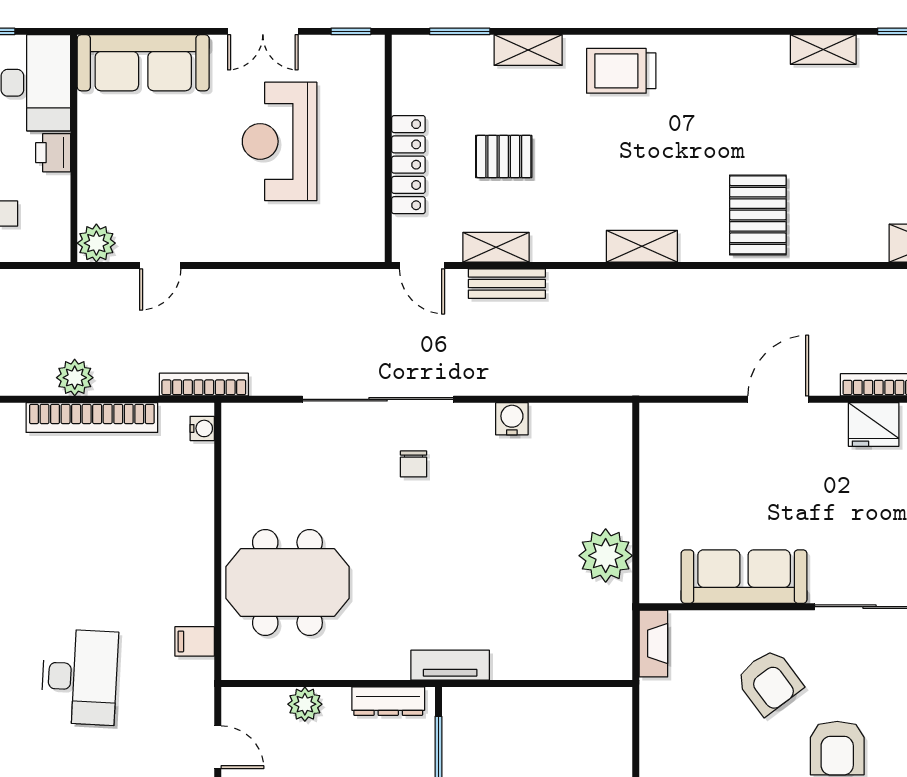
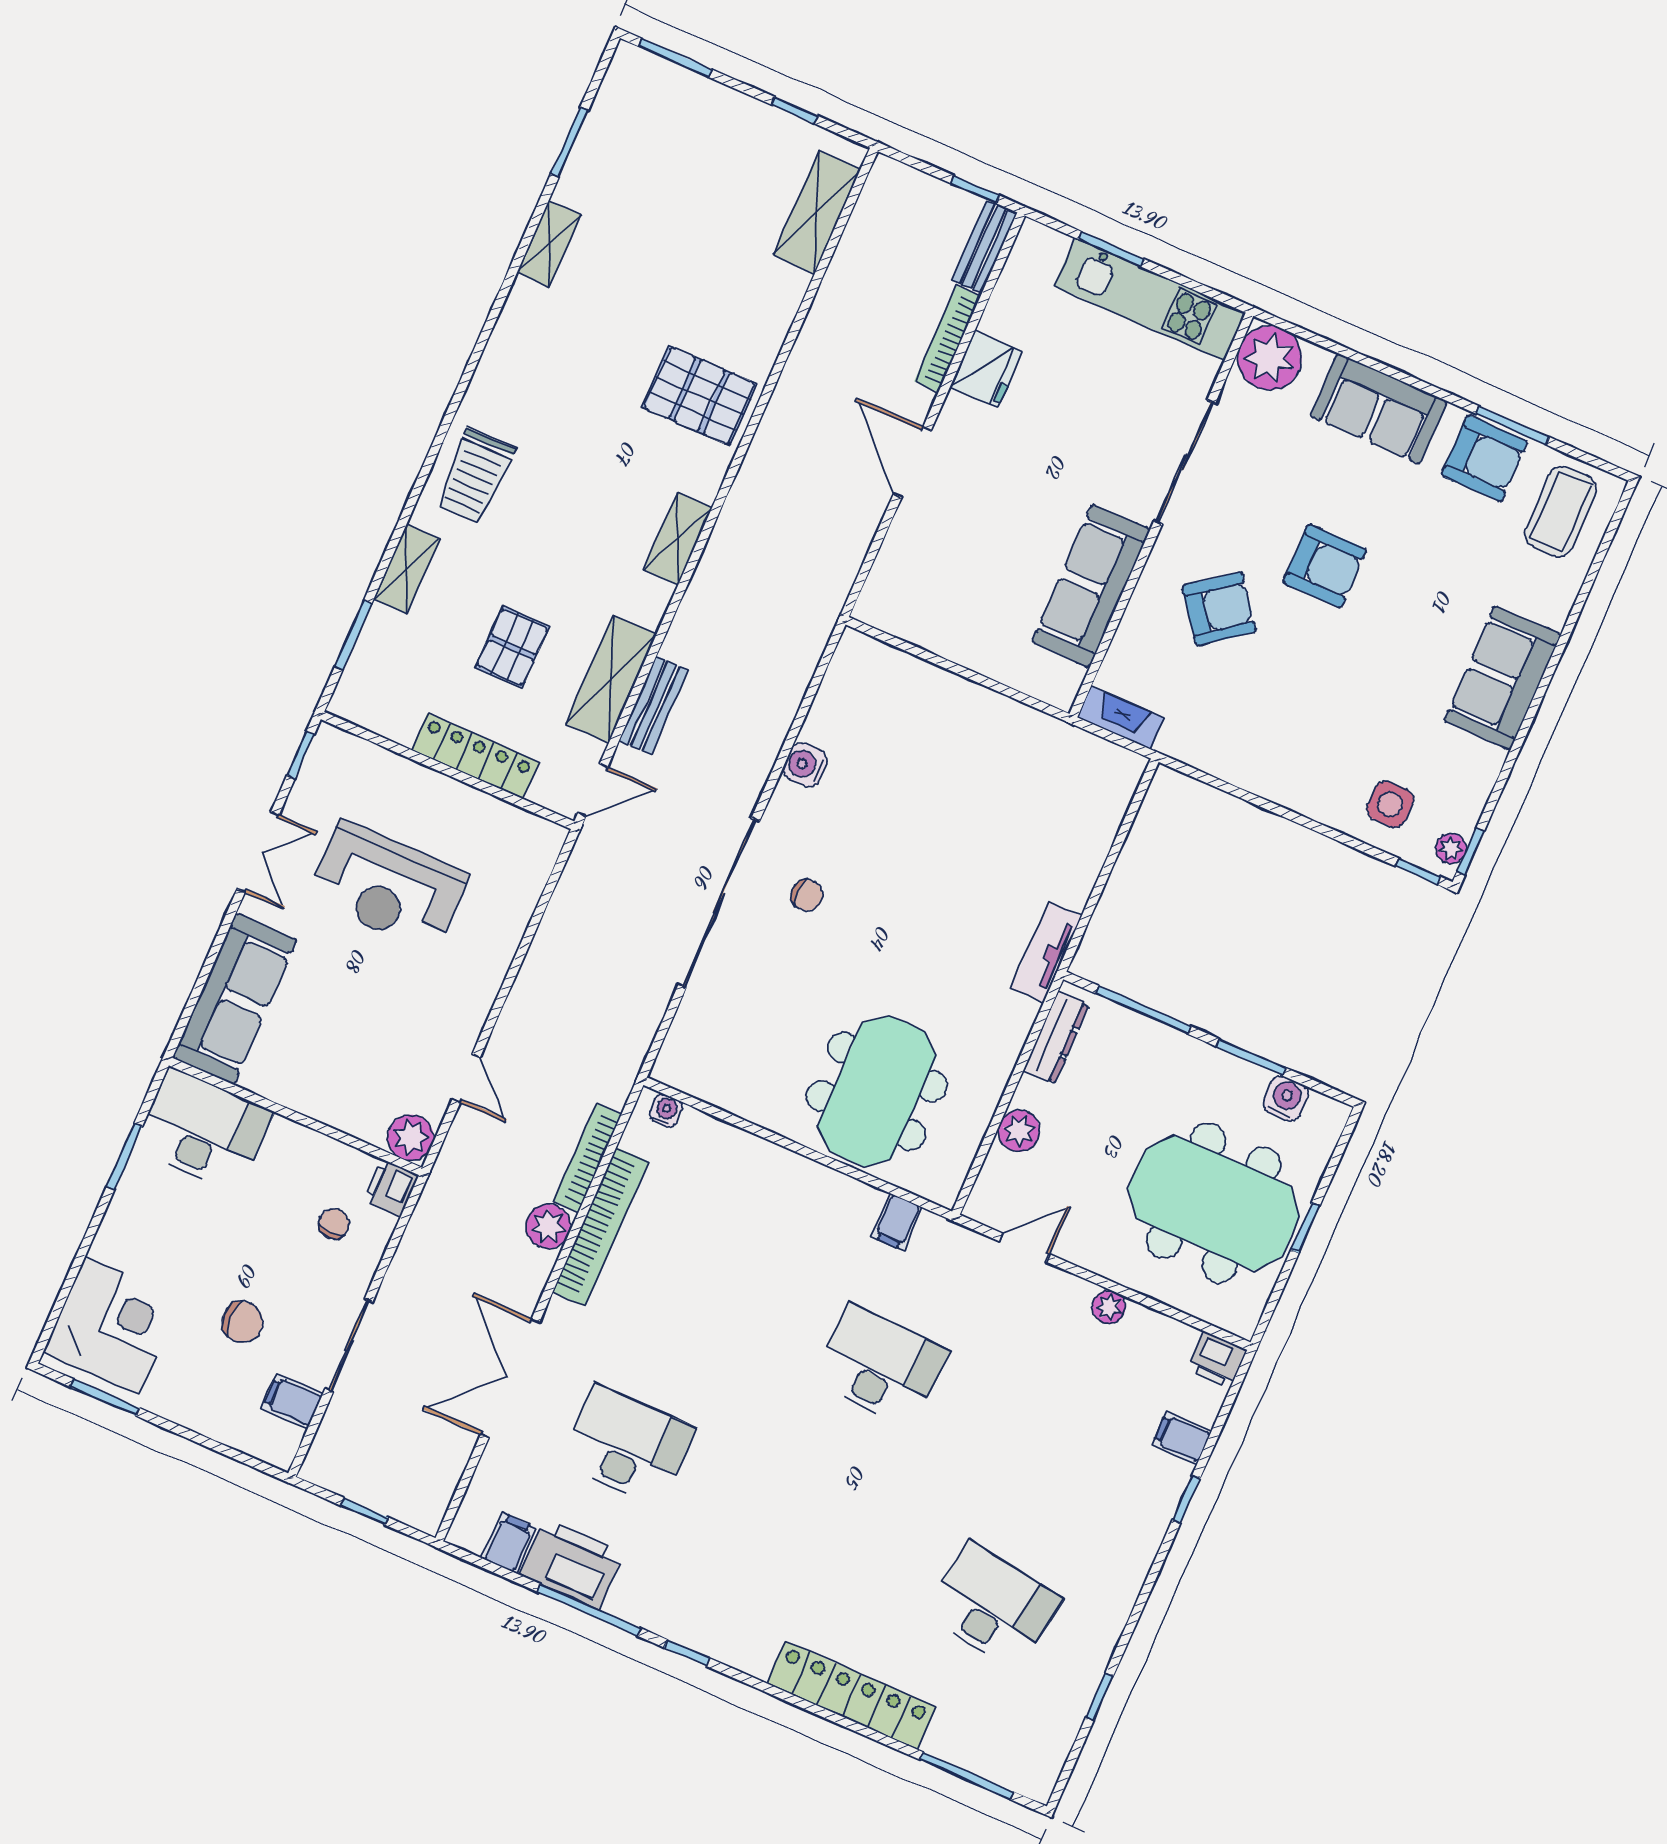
printer: (53, 153) -> (391, 1188), moved, turned 90
shelving: (496, 247) -> (611, 679), width x1.50, depth x1.33
bookcase: (204, 385) -> (588, 1158), moved
plant: (606, 556) -> (1001, 728), removed

